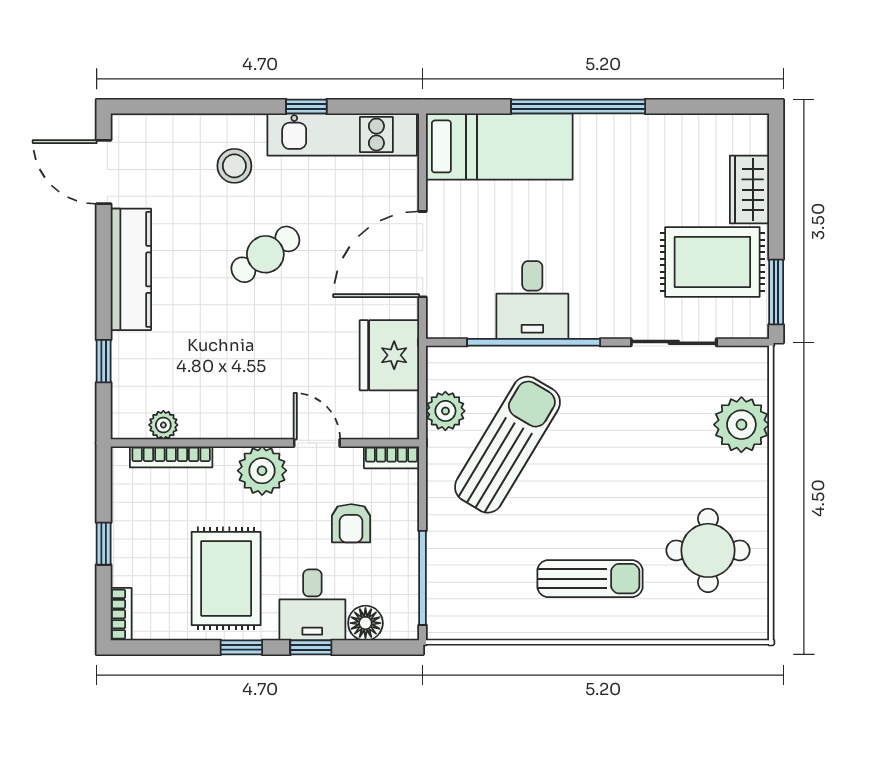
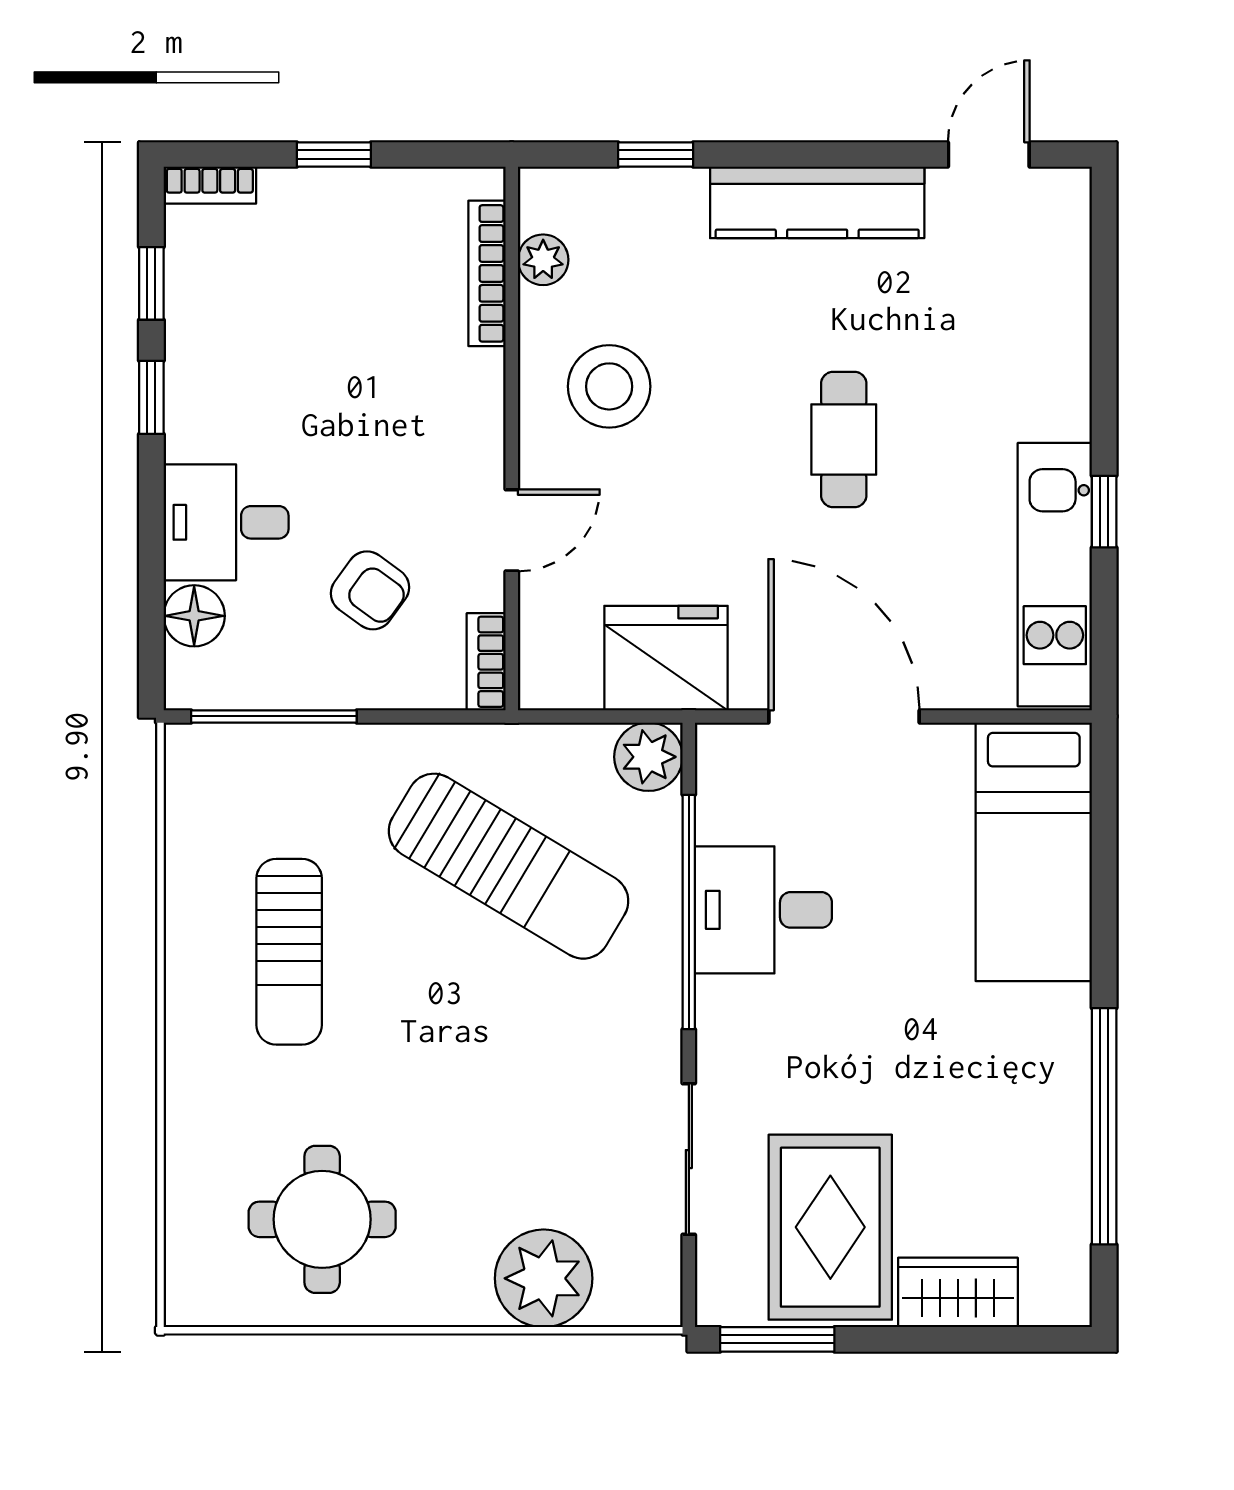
window: (578, 107) -> (1104, 1126), moved
stool: (234, 166) -> (609, 386), moved, width x1.38, depth x1.38
door: (104, 172) -> (989, 154), width x0.73
cafe table: (265, 254) -> (844, 440), turned 35
plant: (445, 411) -> (648, 757), moved
plant: (262, 471) -> (463, 434), removed
armchair: (351, 523) -> (370, 590), turned -144
rug: (226, 578) -> (273, 370), removed
sun lounger: (590, 579) -> (289, 952), moved
window: (311, 647) -> (151, 283), moved

